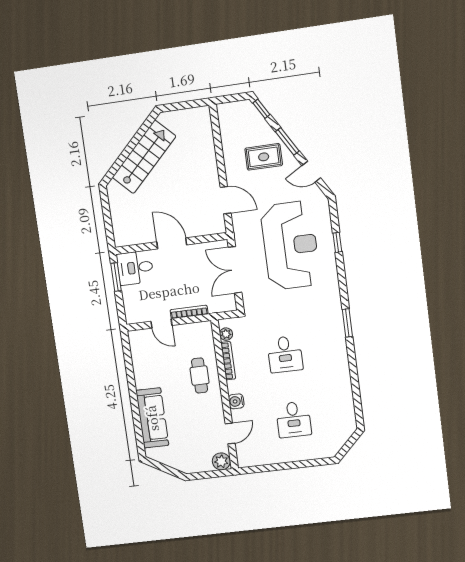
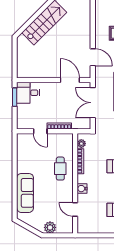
door: (172, 243) -> (70, 80), moved
door: (230, 433) -> (75, 209), swing flipped
plant: (221, 461) -> (50, 227), moved

